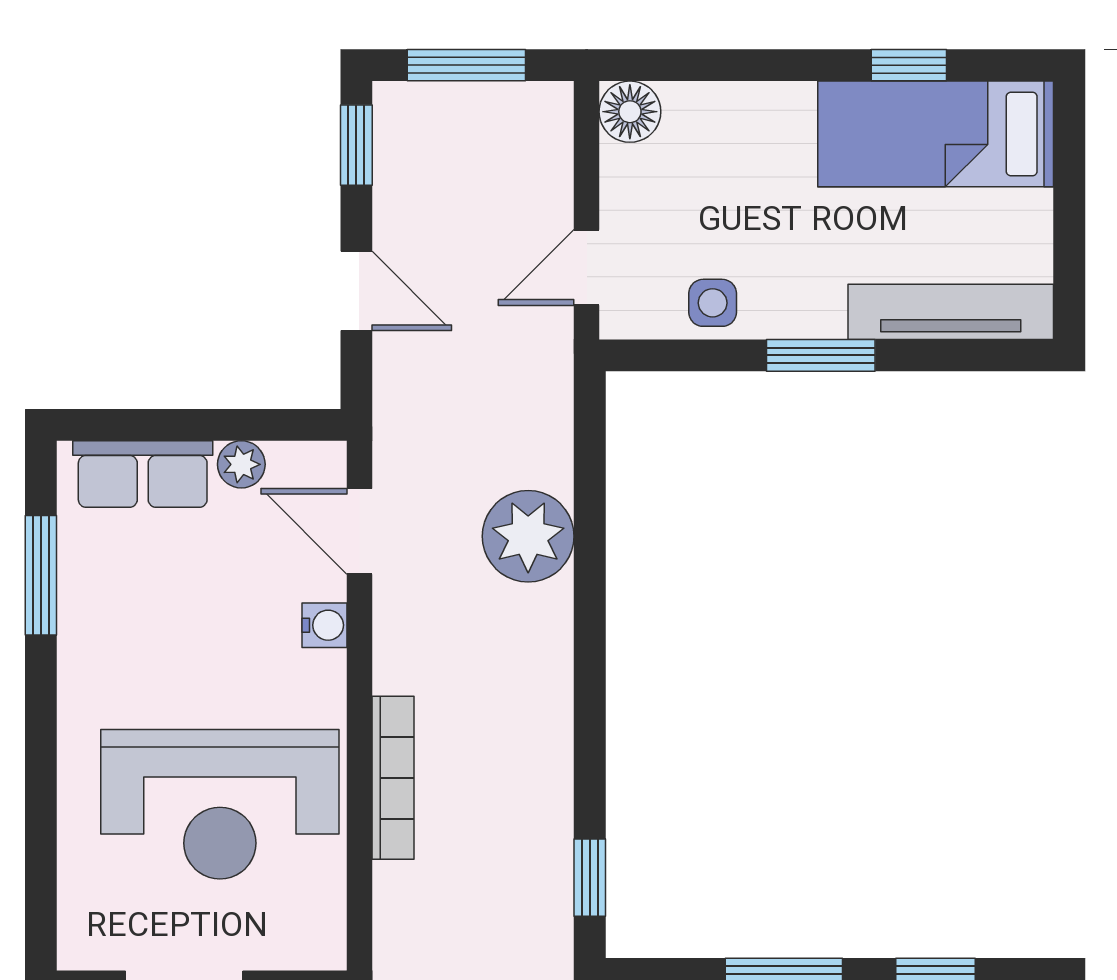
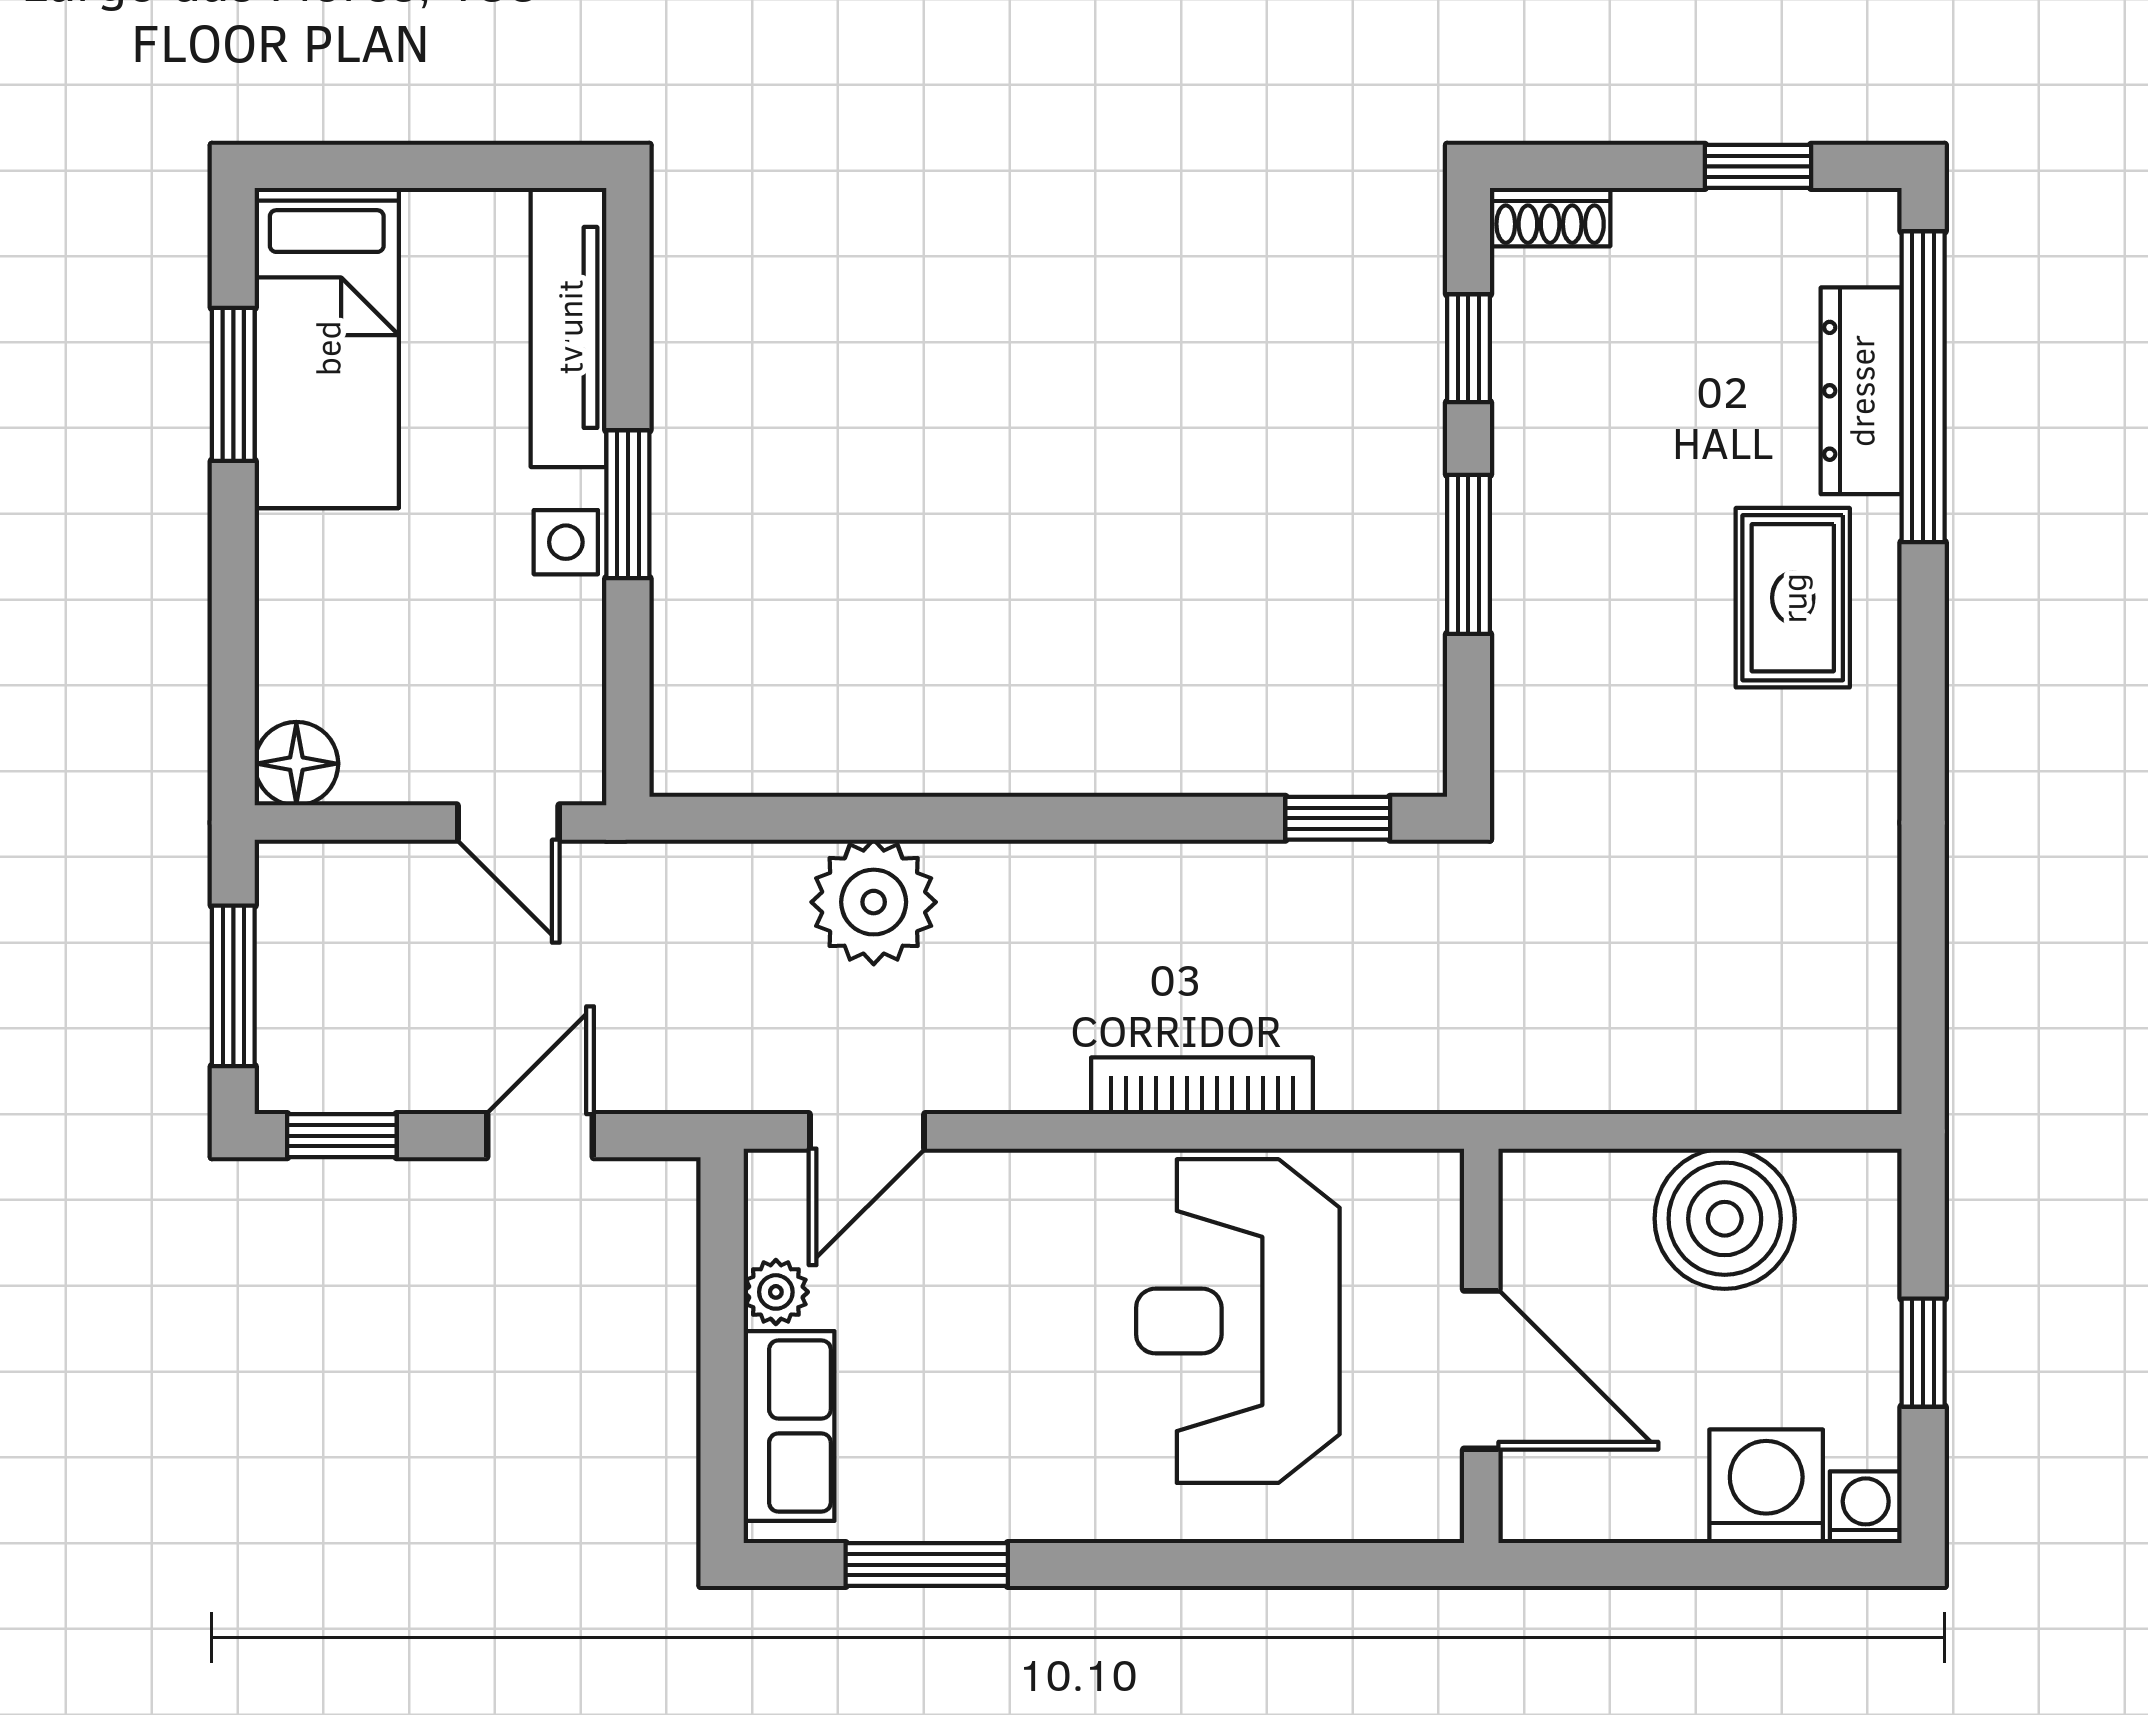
window: (909, 65) -> (233, 384), width x1.50
side table: (713, 303) -> (566, 542), moved
water cooler: (324, 625) -> (995, 1179), removed
reception desk: (220, 804) -> (1238, 1321), turned 180

